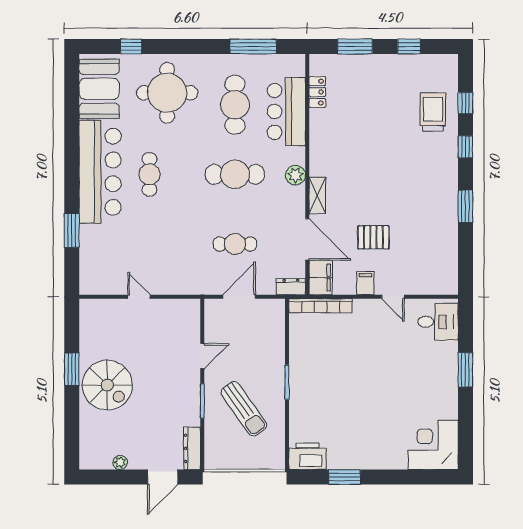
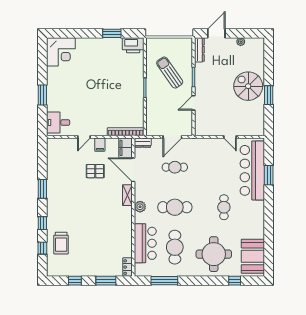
locker: (317, 92) -> (127, 267), moved
bar counter: (100, 172) -> (252, 170), moved
door: (393, 297) -> (84, 137), swing flipped

